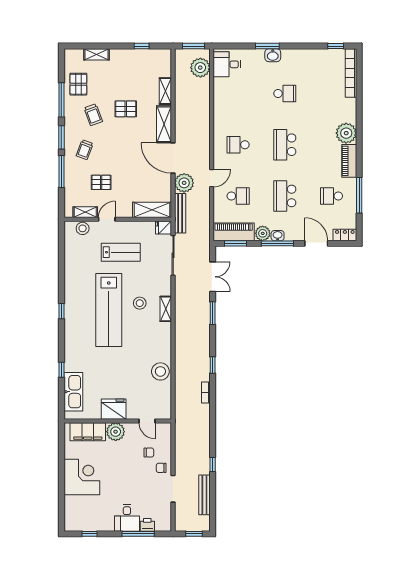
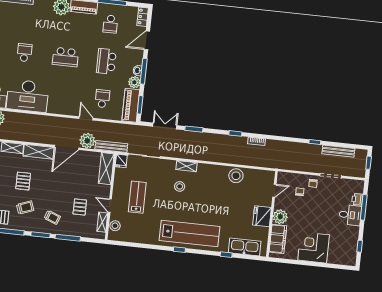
desk: (232, 103) -> (28, 96), added
school desk: (238, 145) -> (61, 94), removed
school desk: (285, 196) -> (106, 61), turned 90
lab bench: (109, 310) -> (190, 233), moved

